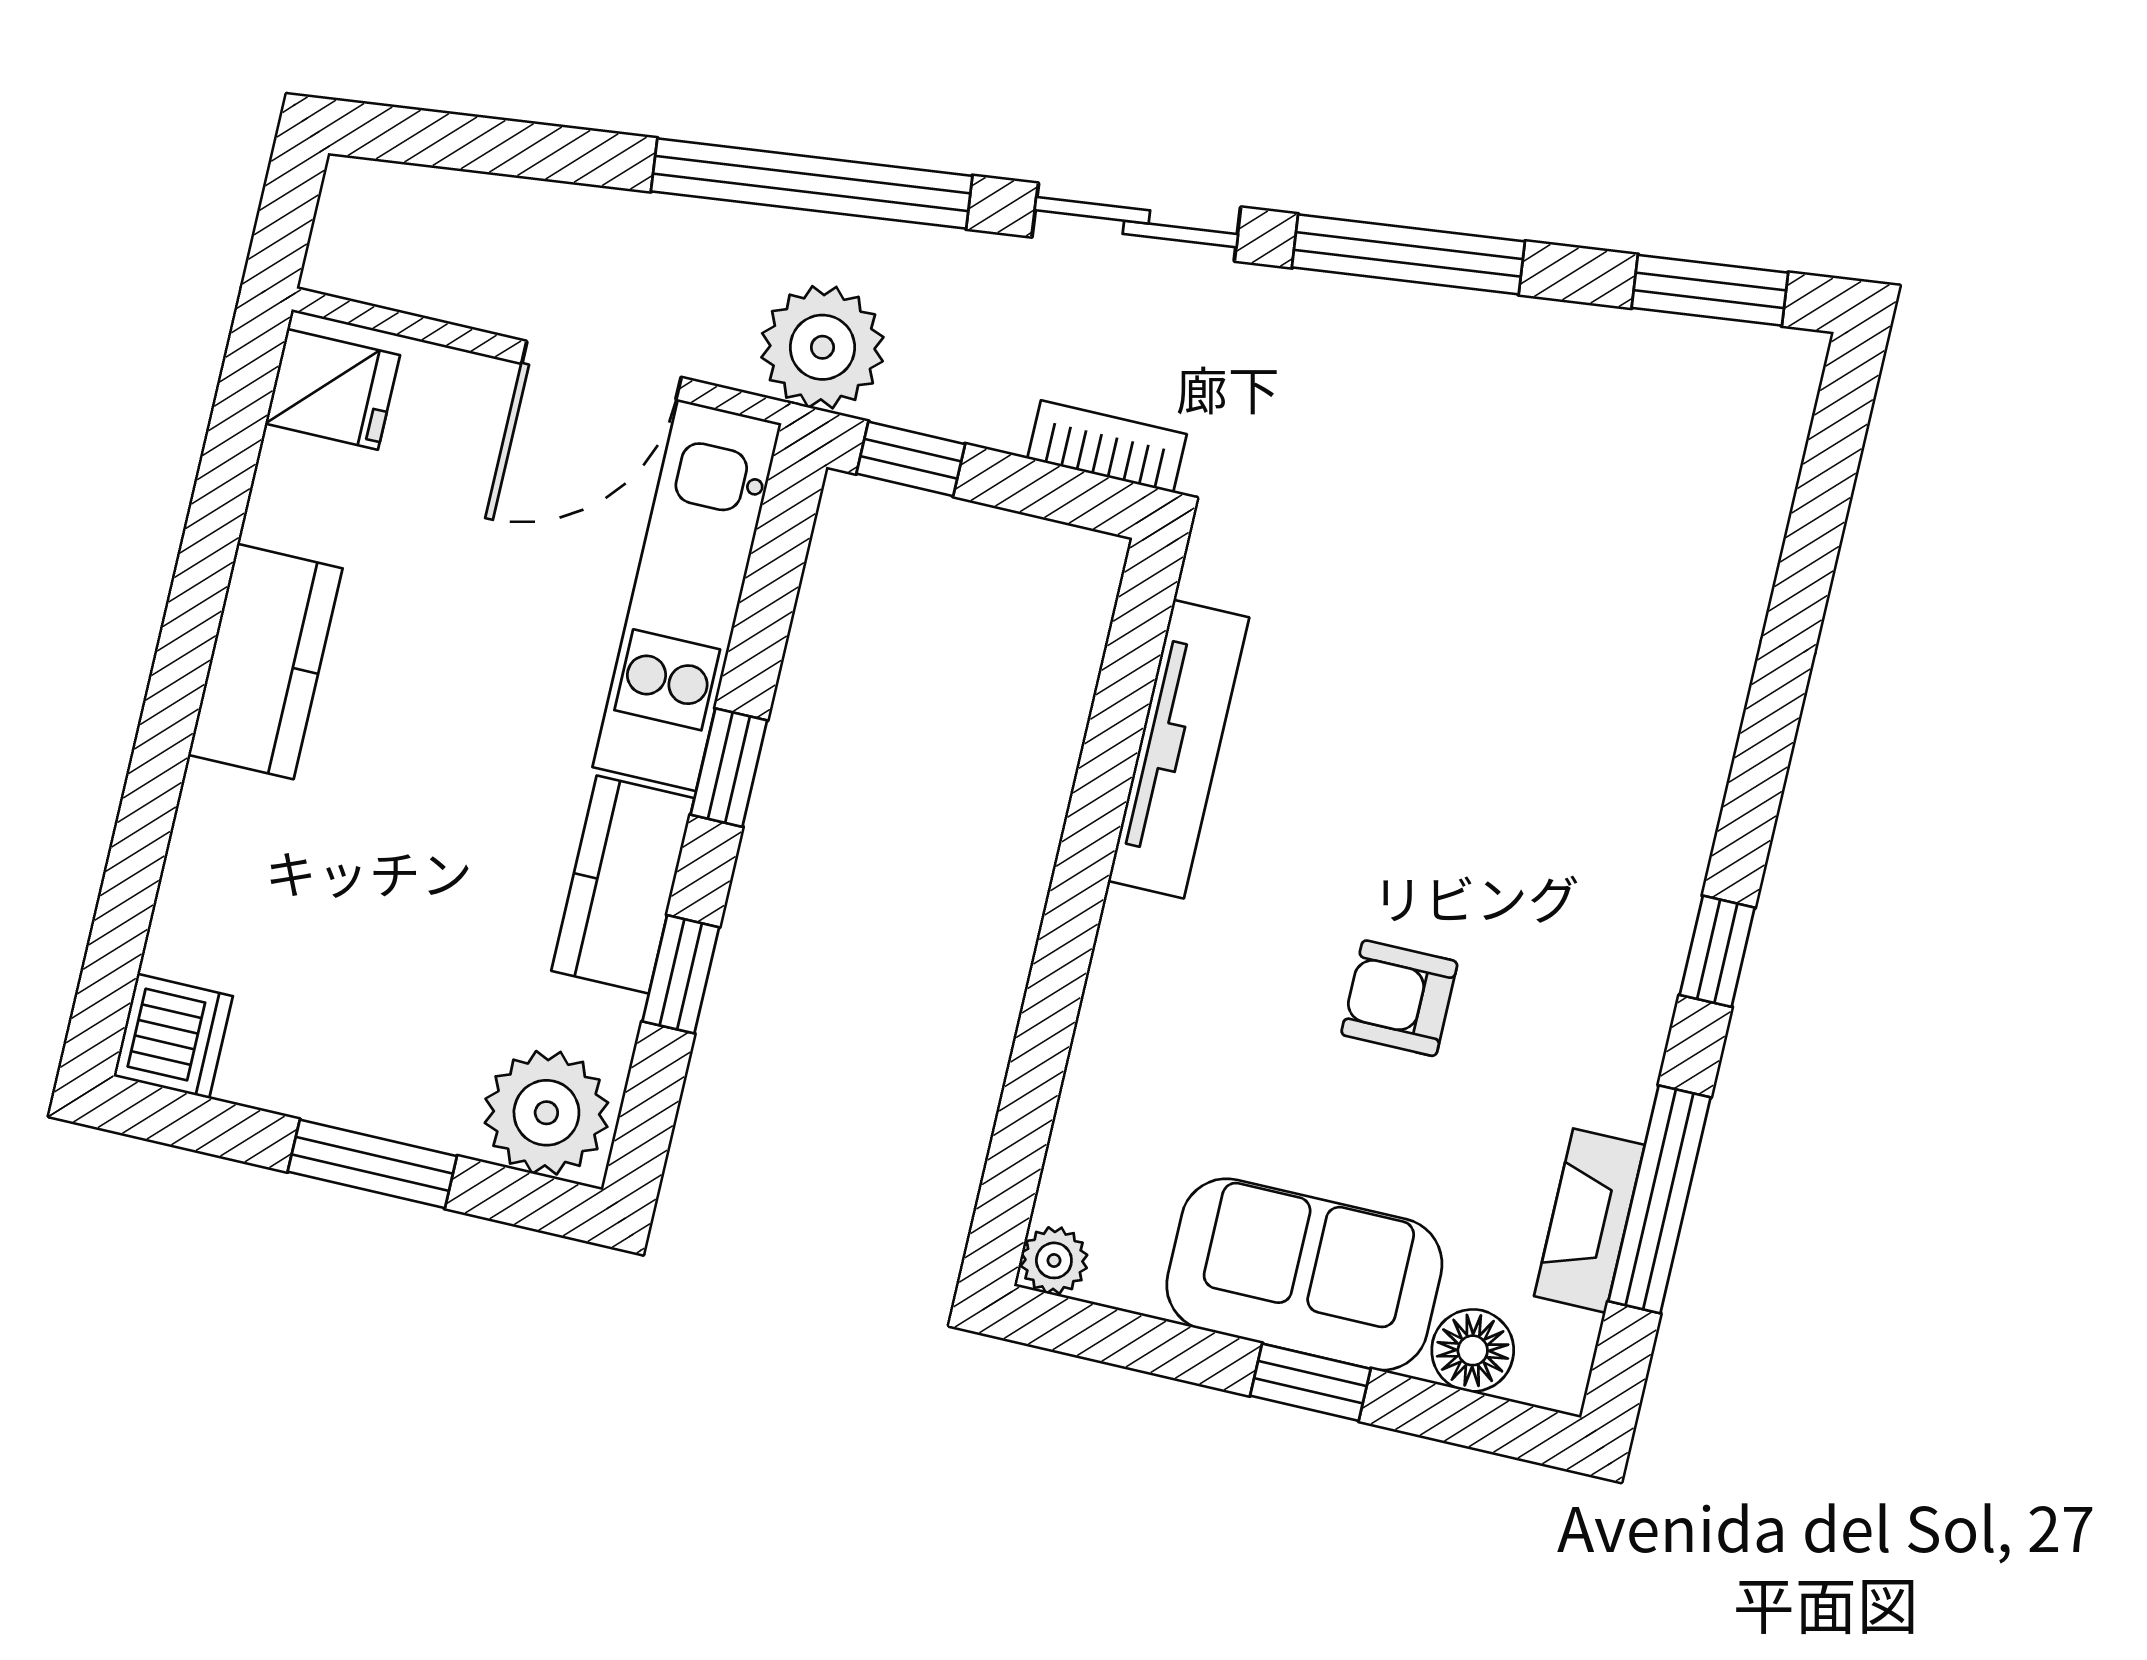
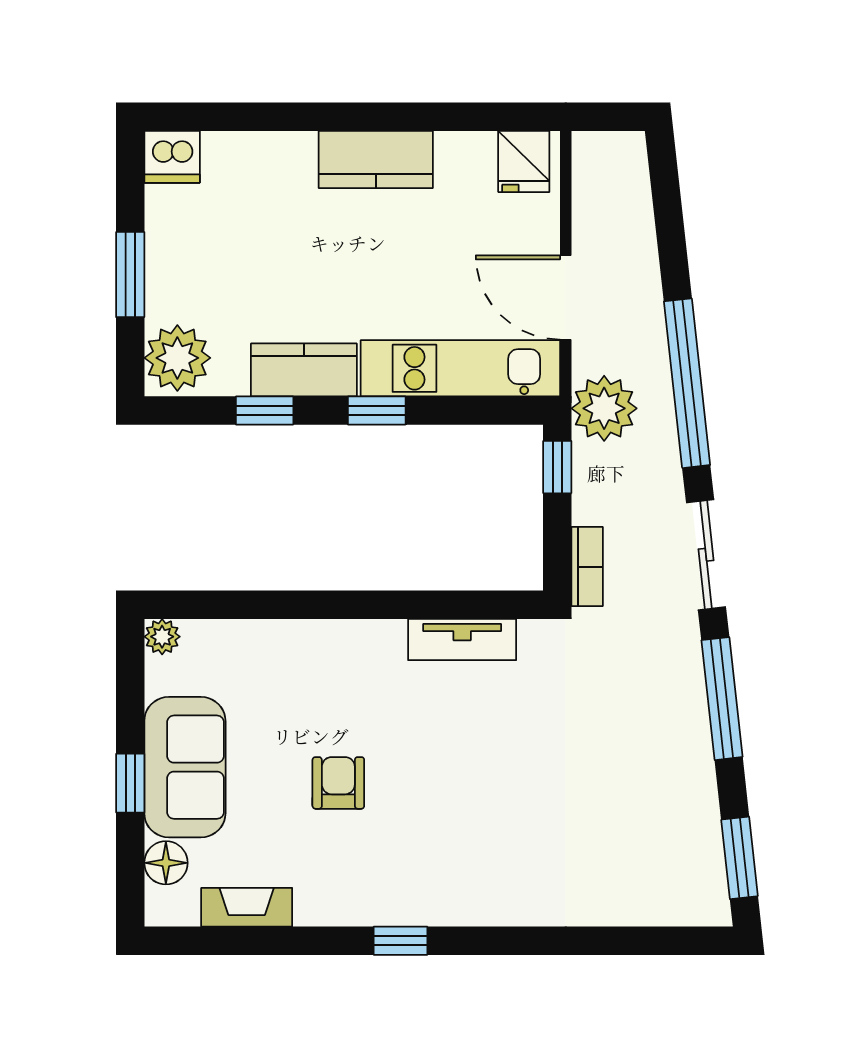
tv unit: (1178, 749) -> (462, 640), width x0.71
window: (1659, 1199) -> (266, 941), removed

